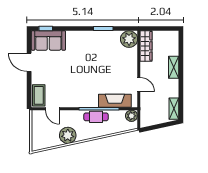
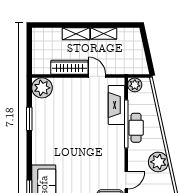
wardrobe: (146, 46) -> (69, 67), moved
door: (139, 85) -> (97, 76), hinge flipped
shelving: (174, 109) -> (104, 34), moved

